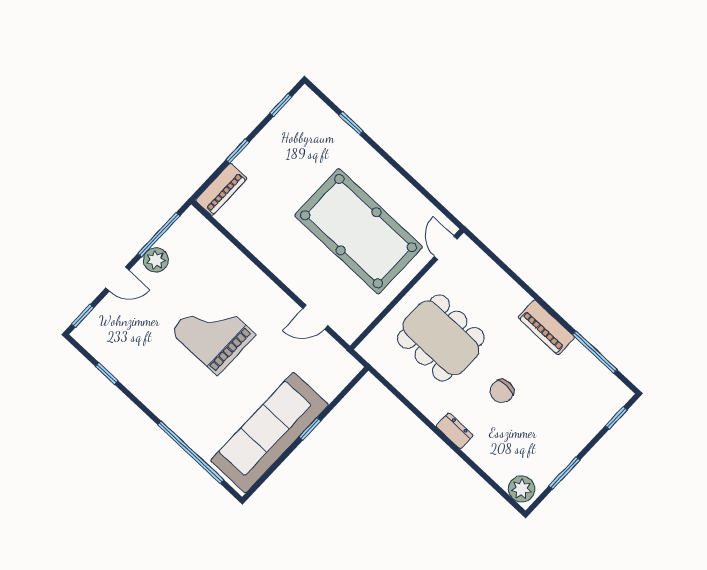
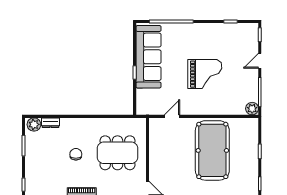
piano: (221, 189) -> (252, 131), removed
pool table: (359, 231) -> (212, 150), moved, turned 90
plant: (156, 260) -> (252, 109), moved
dresser: (455, 431) -> (50, 123), moved

